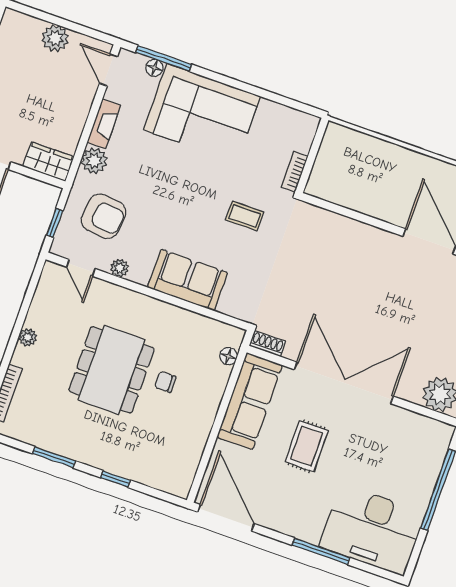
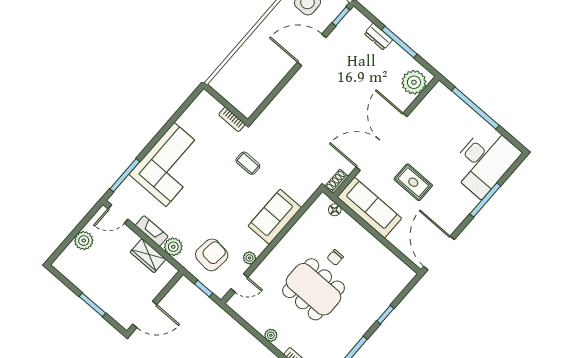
floor lamp: (154, 68) -> (128, 184), removed
wardrobe: (48, 162) -> (148, 256), moved, turned -90
coffee table: (245, 216) -> (248, 163), turned 90
door: (226, 518) -> (439, 253), hinge flipped

